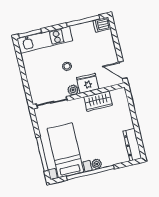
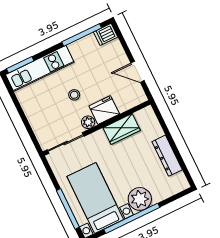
door: (123, 70) -> (138, 72), moved
dresser: (132, 145) -> (167, 156), moved
plant: (97, 164) -> (140, 199), width x1.88, depth x1.88

